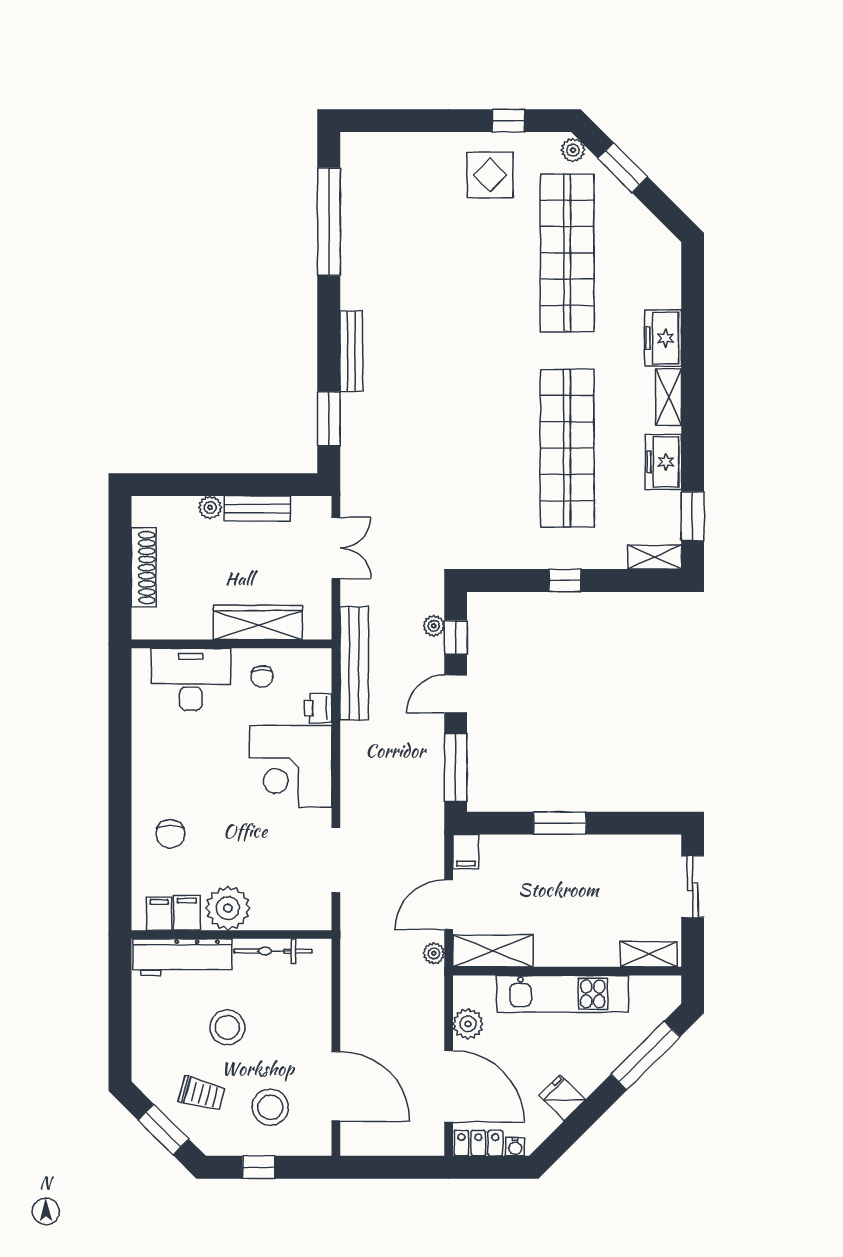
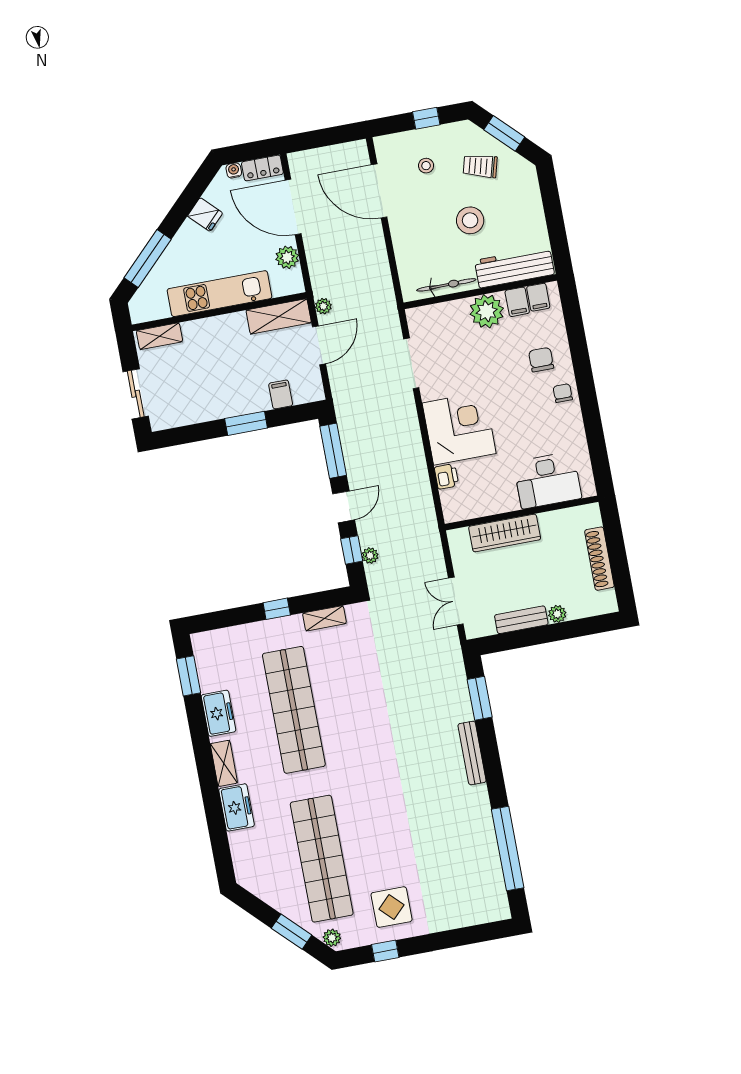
shelving: (655, 557) -> (324, 618), moved
bench: (354, 663) -> (425, 516), removed
chair: (262, 676) -> (563, 393), moved
filing cabinet: (466, 851) -> (281, 394), moved
stool: (270, 1107) -> (426, 166), width x0.53, depth x0.53

